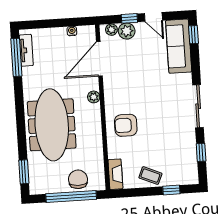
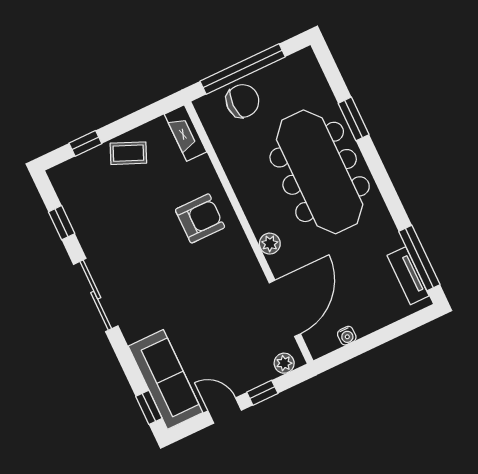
plant: (127, 31) -> (259, 371), removed
window: (24, 172) -> (354, 119), moved
chair: (78, 179) -> (243, 101), turned -90

